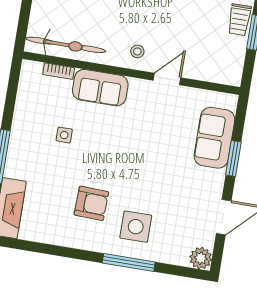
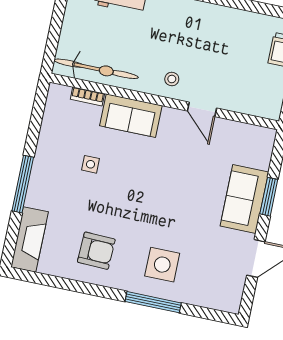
door: (167, 79) -> (202, 109), swing flipped
sofa: (214, 138) -> (244, 199), moved
armchair: (91, 203) -> (96, 251), moved
plant: (201, 258) -> (230, 301), removed

